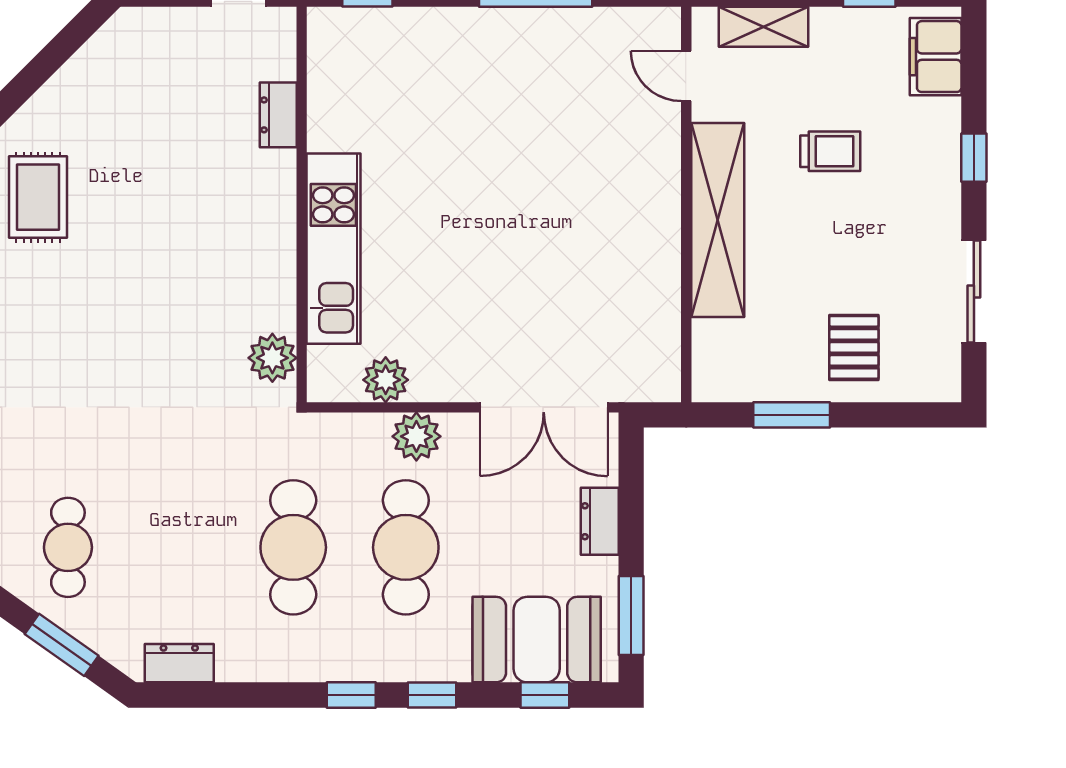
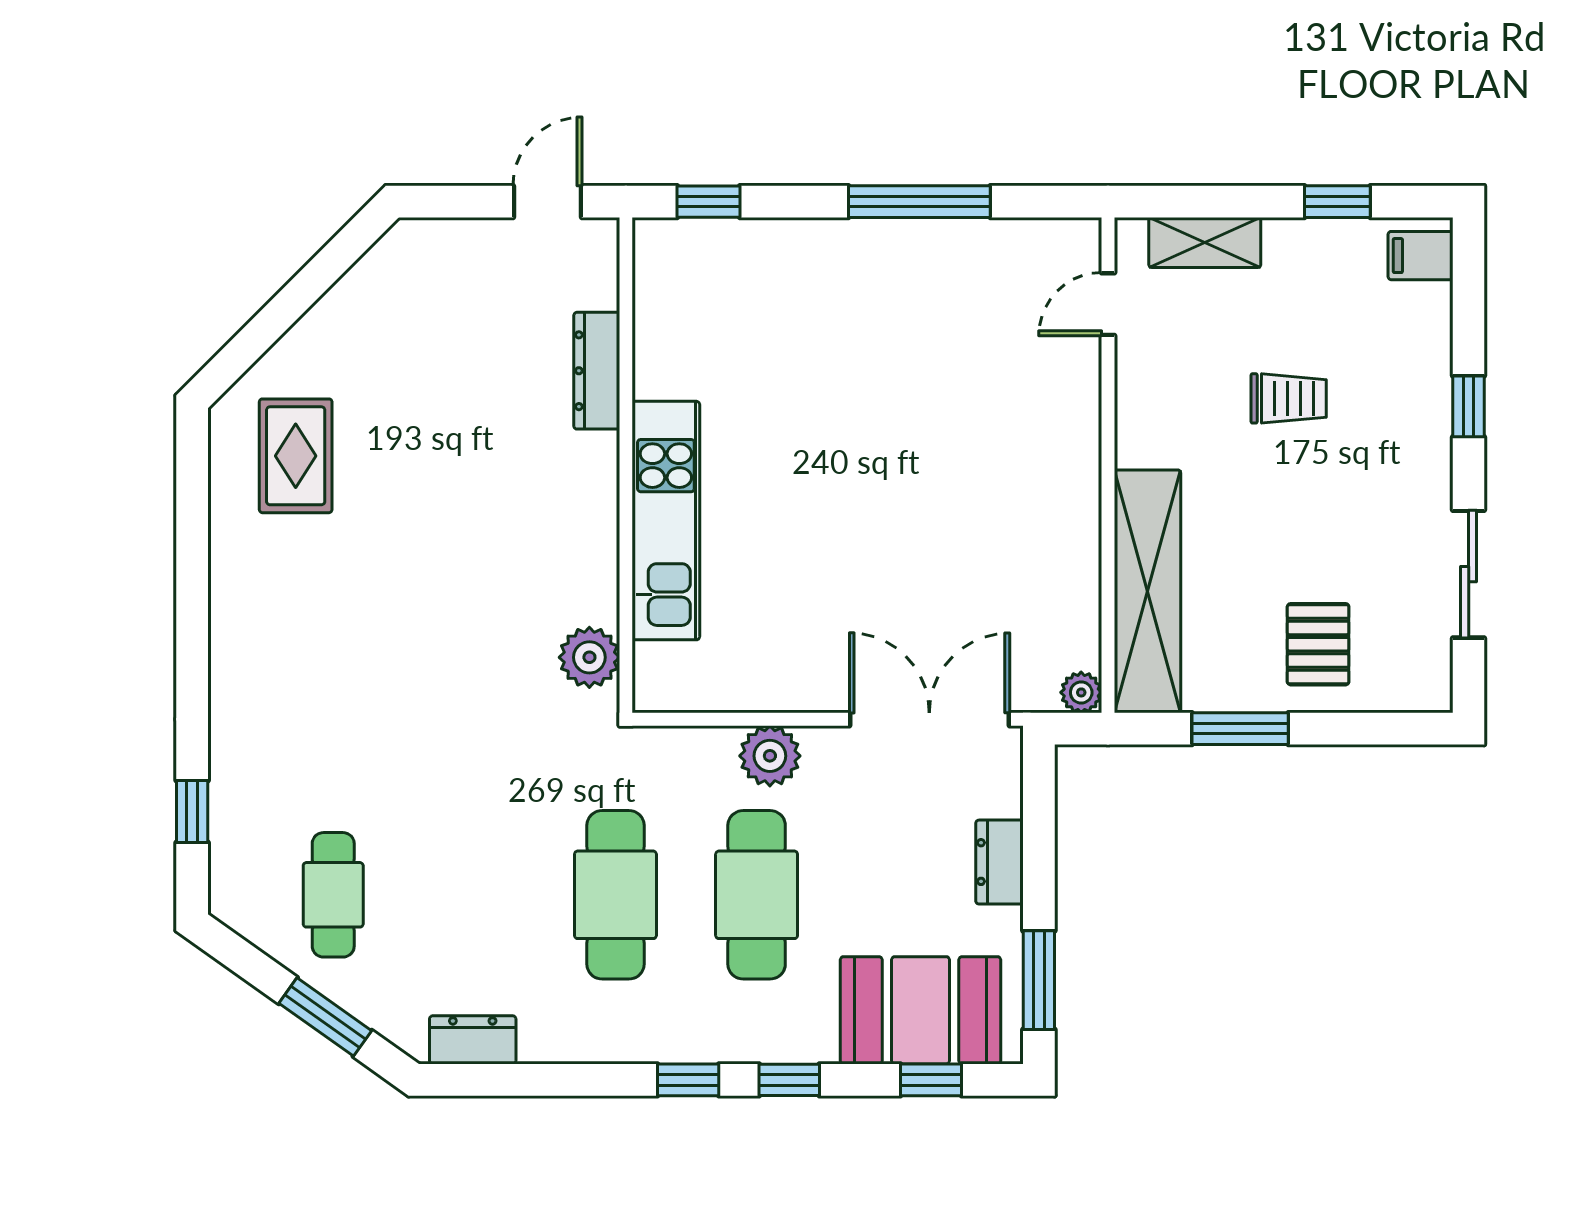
filing cabinet: (936, 57) -> (1420, 256), width x0.50
door: (686, 76) -> (1108, 304), hinge flipped
dresser: (278, 115) -> (597, 371), width x1.44
shelving: (718, 220) -> (1147, 591), moved
plant: (386, 380) -> (1081, 692), moved, width x0.73, depth x0.73
double door: (544, 407) -> (929, 719), swing flipped

